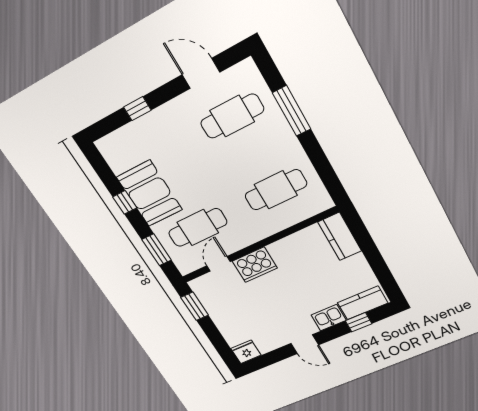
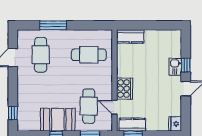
window: (137, 109) -> (13, 113), moved
cafe table: (276, 190) -> (89, 55), turned 90
kitchen counter: (363, 303) -> (132, 125), moved, turned 90
window: (359, 322) -> (186, 65), moved

